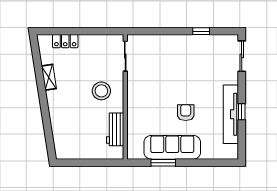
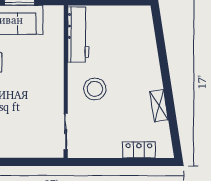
workbench: (115, 129) -> (78, 34), width x1.38

